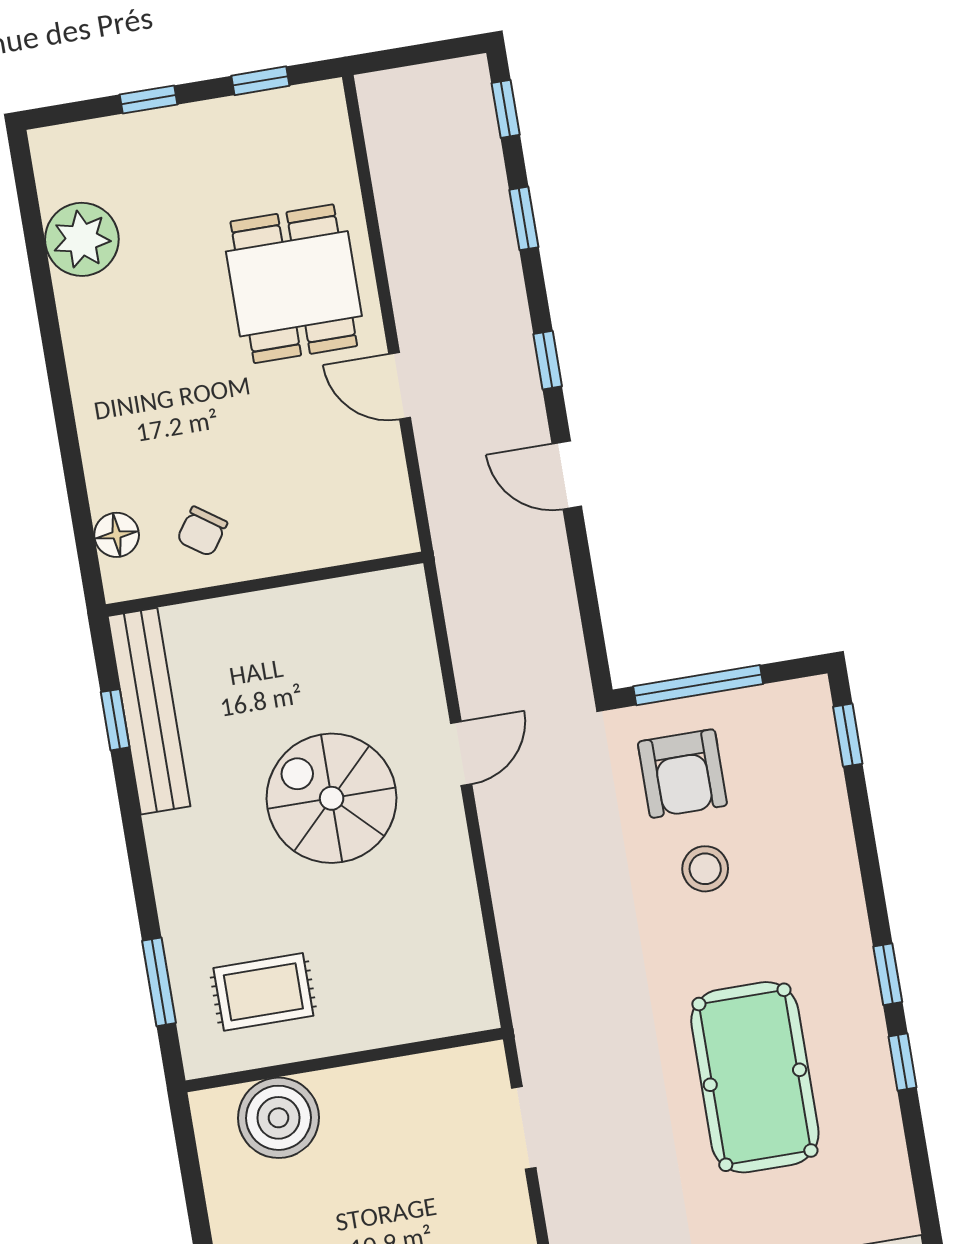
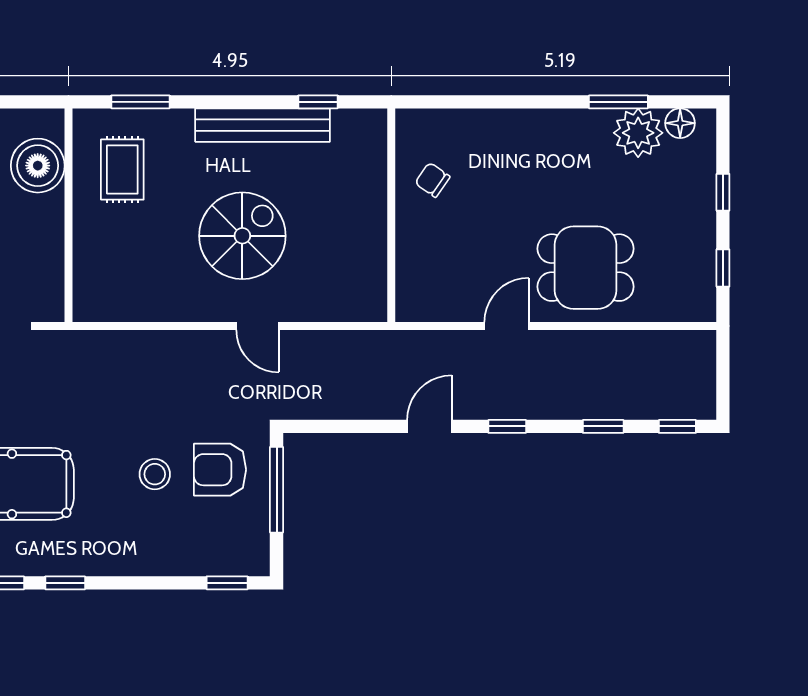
window: (41, 276) -> (618, 102), added
floor lamp: (117, 535) -> (680, 123), moved
bench: (149, 711) -> (263, 125), moved

